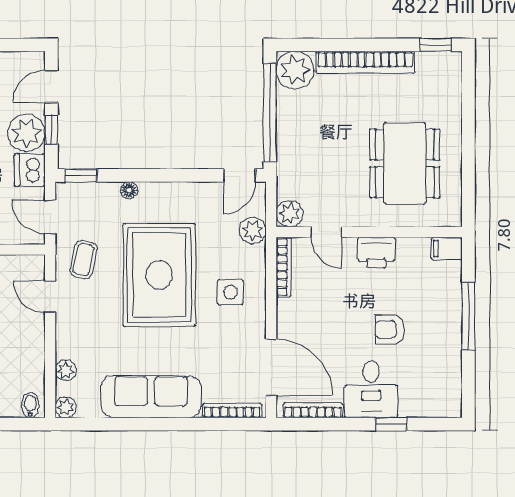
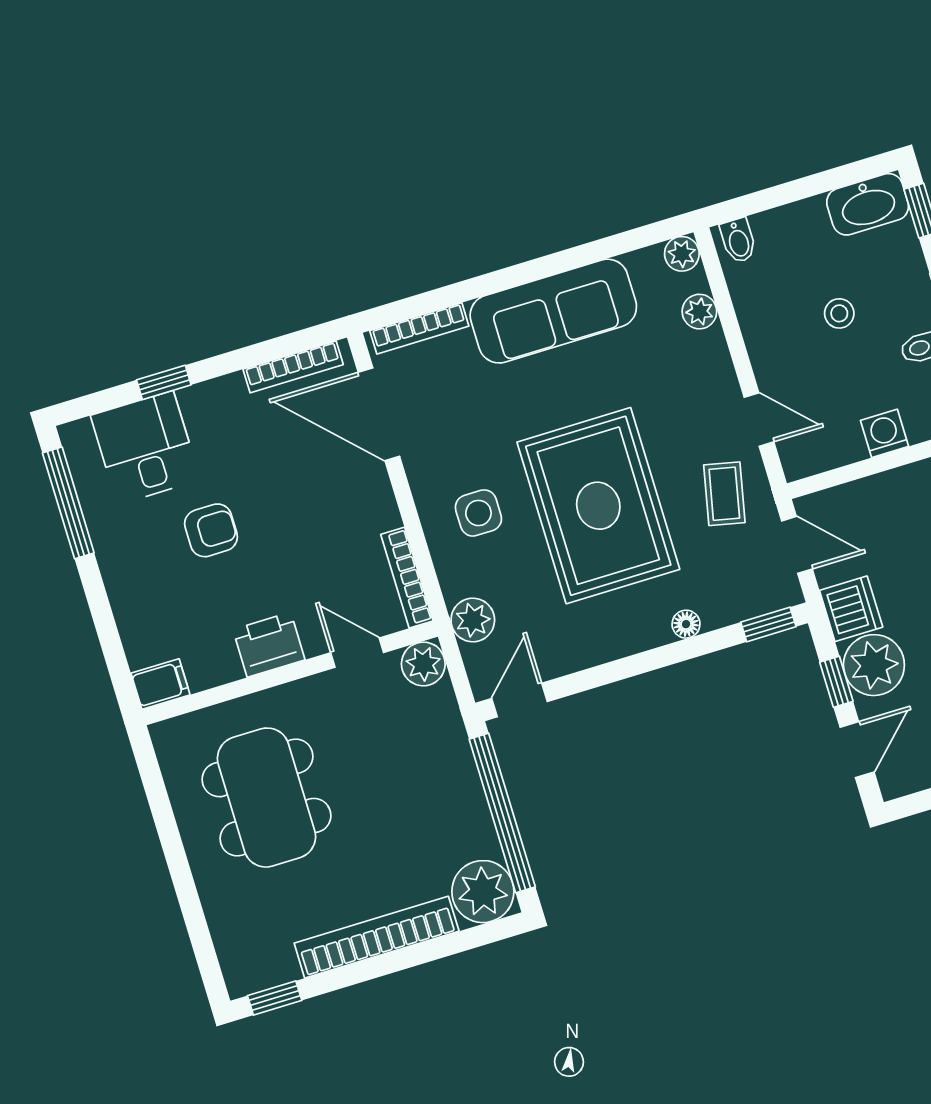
window: (468, 316) -> (68, 503), moved
desk: (371, 389) -> (145, 448), moved

